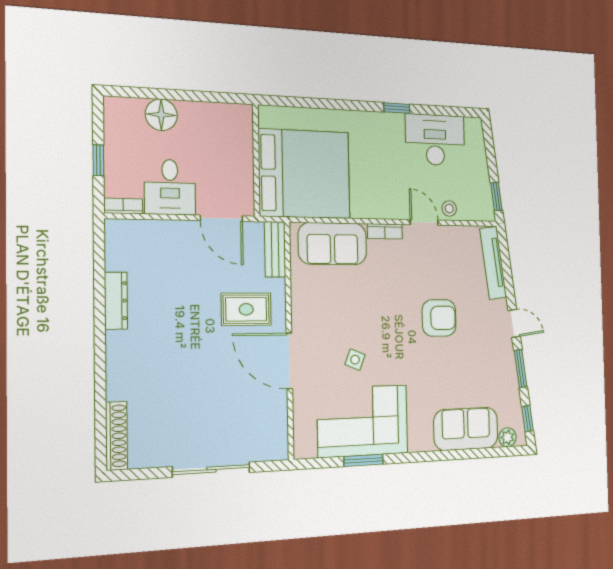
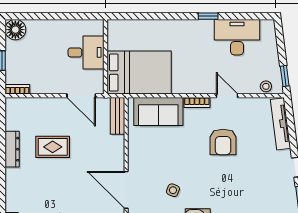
floor lamp: (161, 115) -> (15, 30), moved
bed: (304, 174) -> (139, 73), width x0.73
desk: (170, 187) -> (86, 52), moved, turned -90
stool: (449, 209) -> (266, 86), moved
rug: (246, 309) -> (53, 147), moved
armchair: (439, 318) -> (223, 142), moved, turned 90

